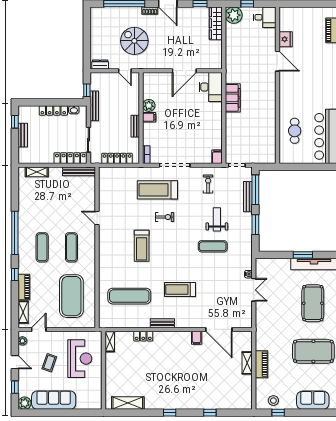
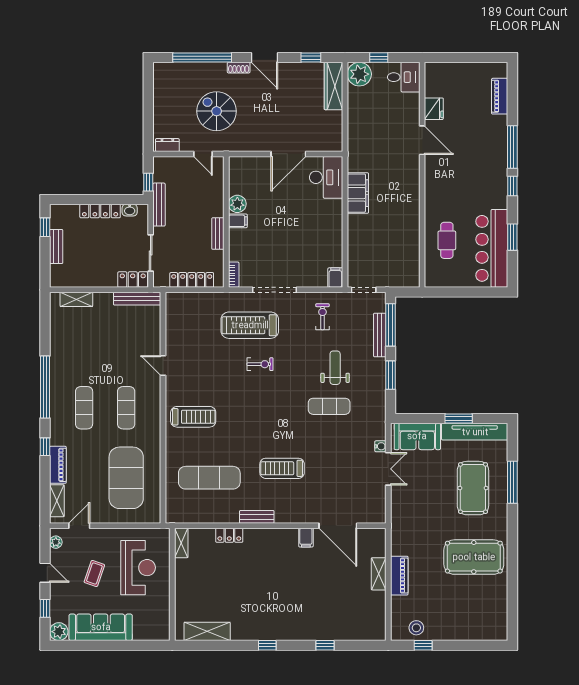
locker: (70, 158) -> (133, 280), width x0.66
treadmill: (142, 246) -> (193, 417), moved, turned -90
sofa: (313, 400) -> (417, 436), moved, turned 180

